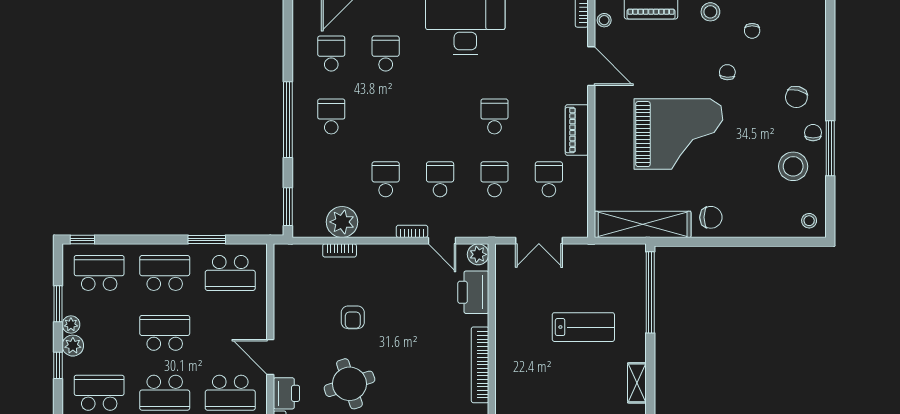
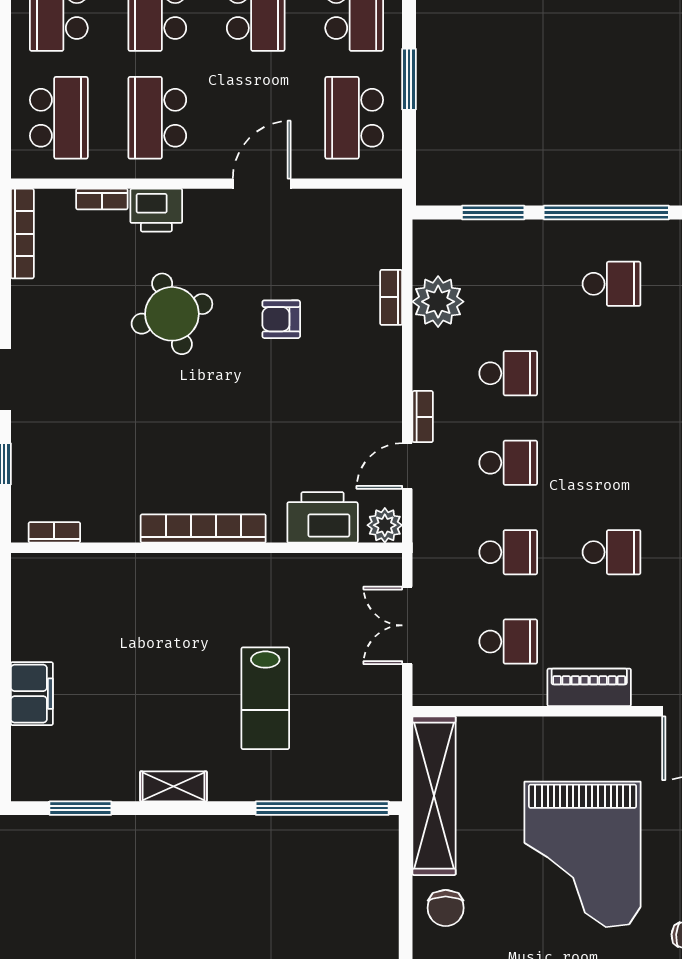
window: (288, 207) -> (493, 213), moved
door: (270, 357) -> (262, 184), moved

